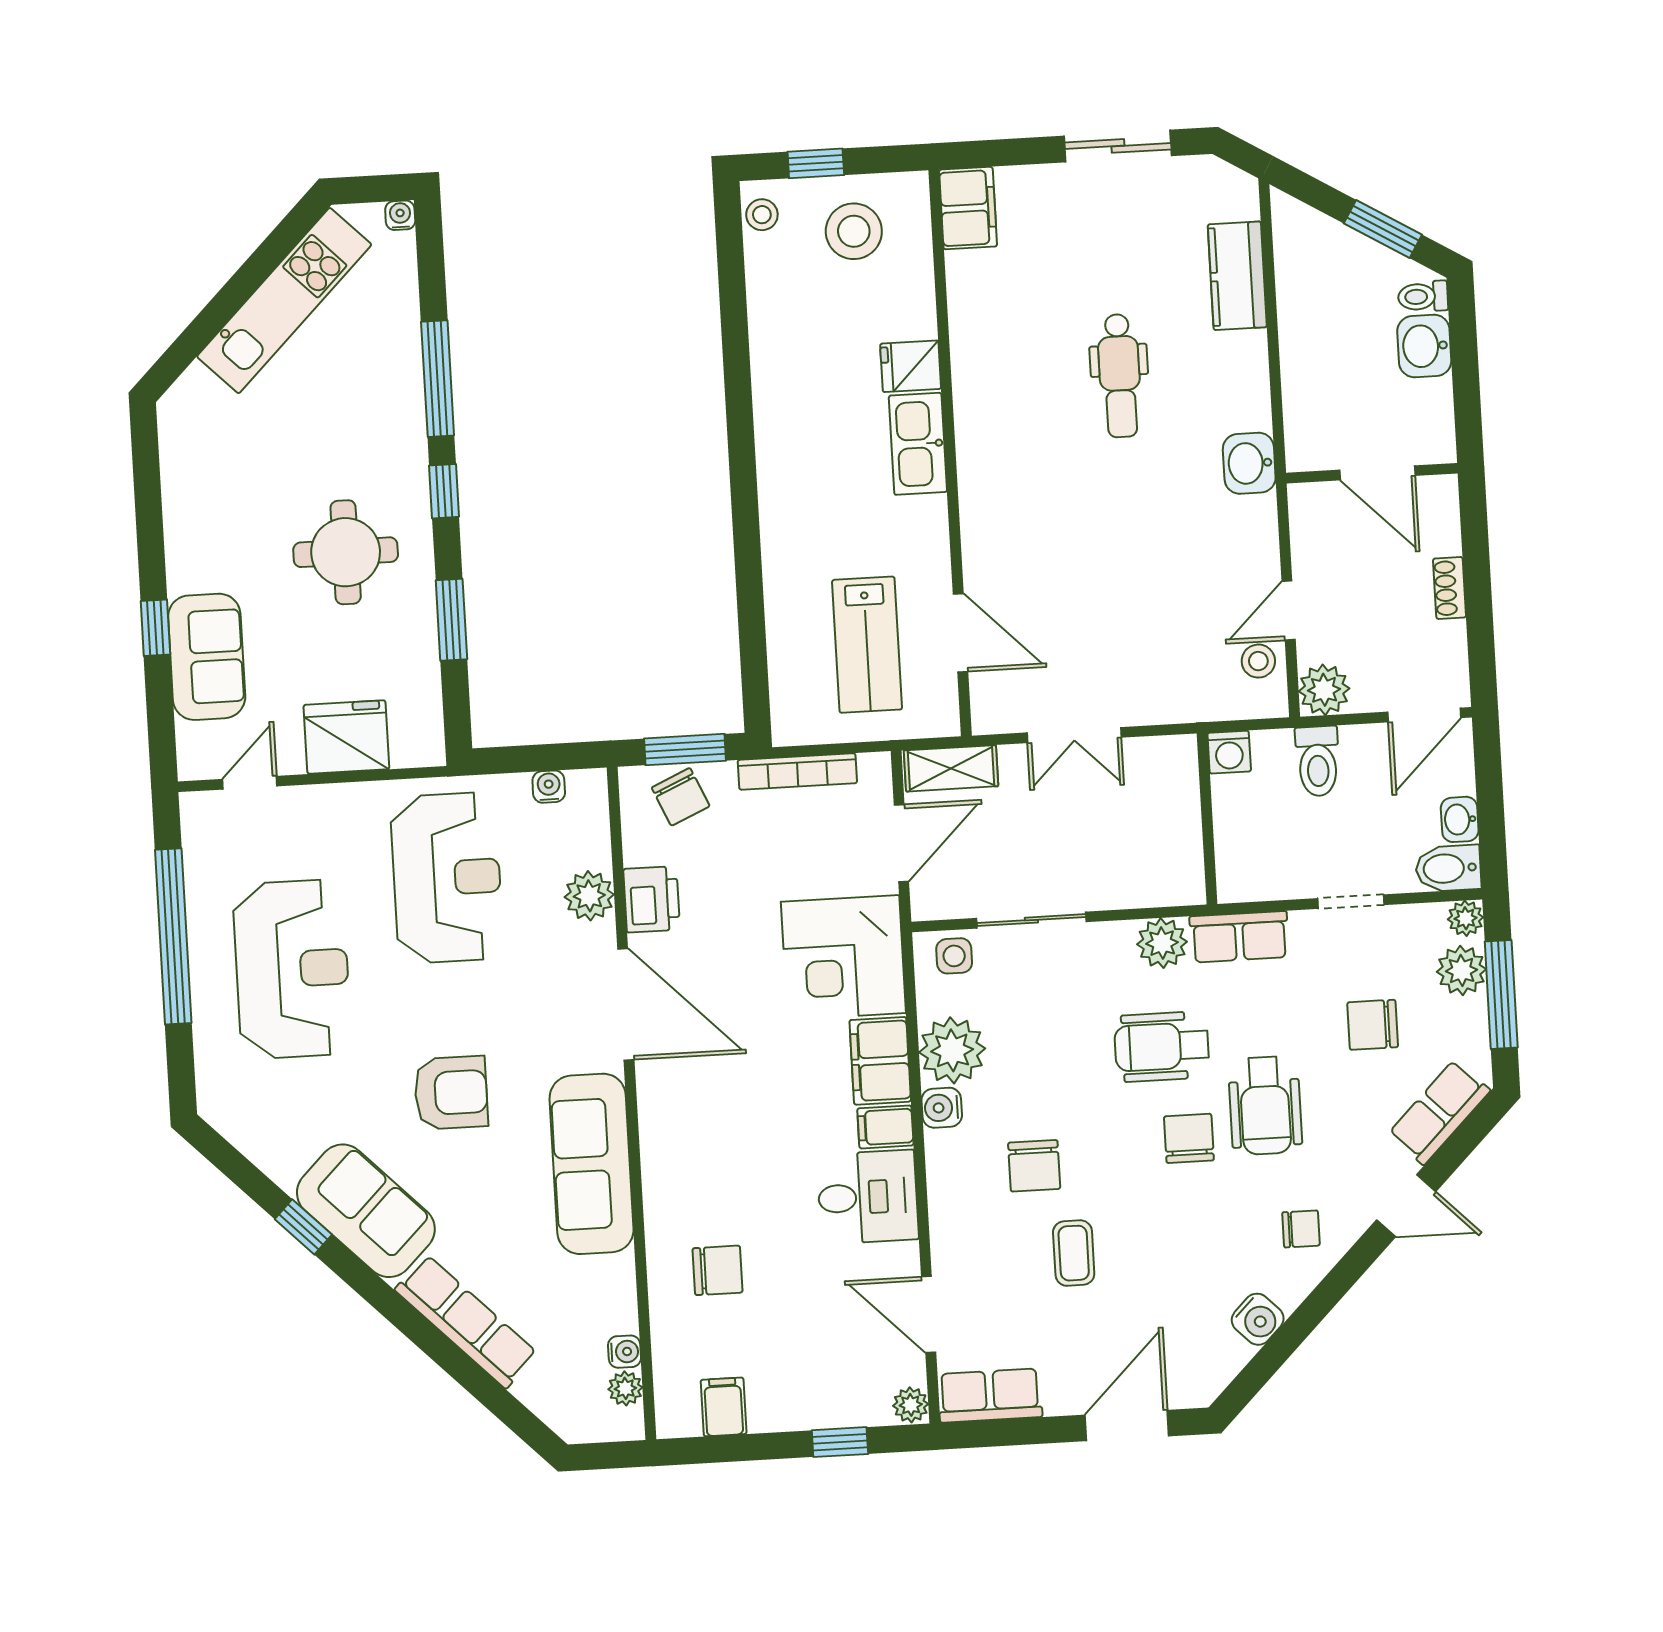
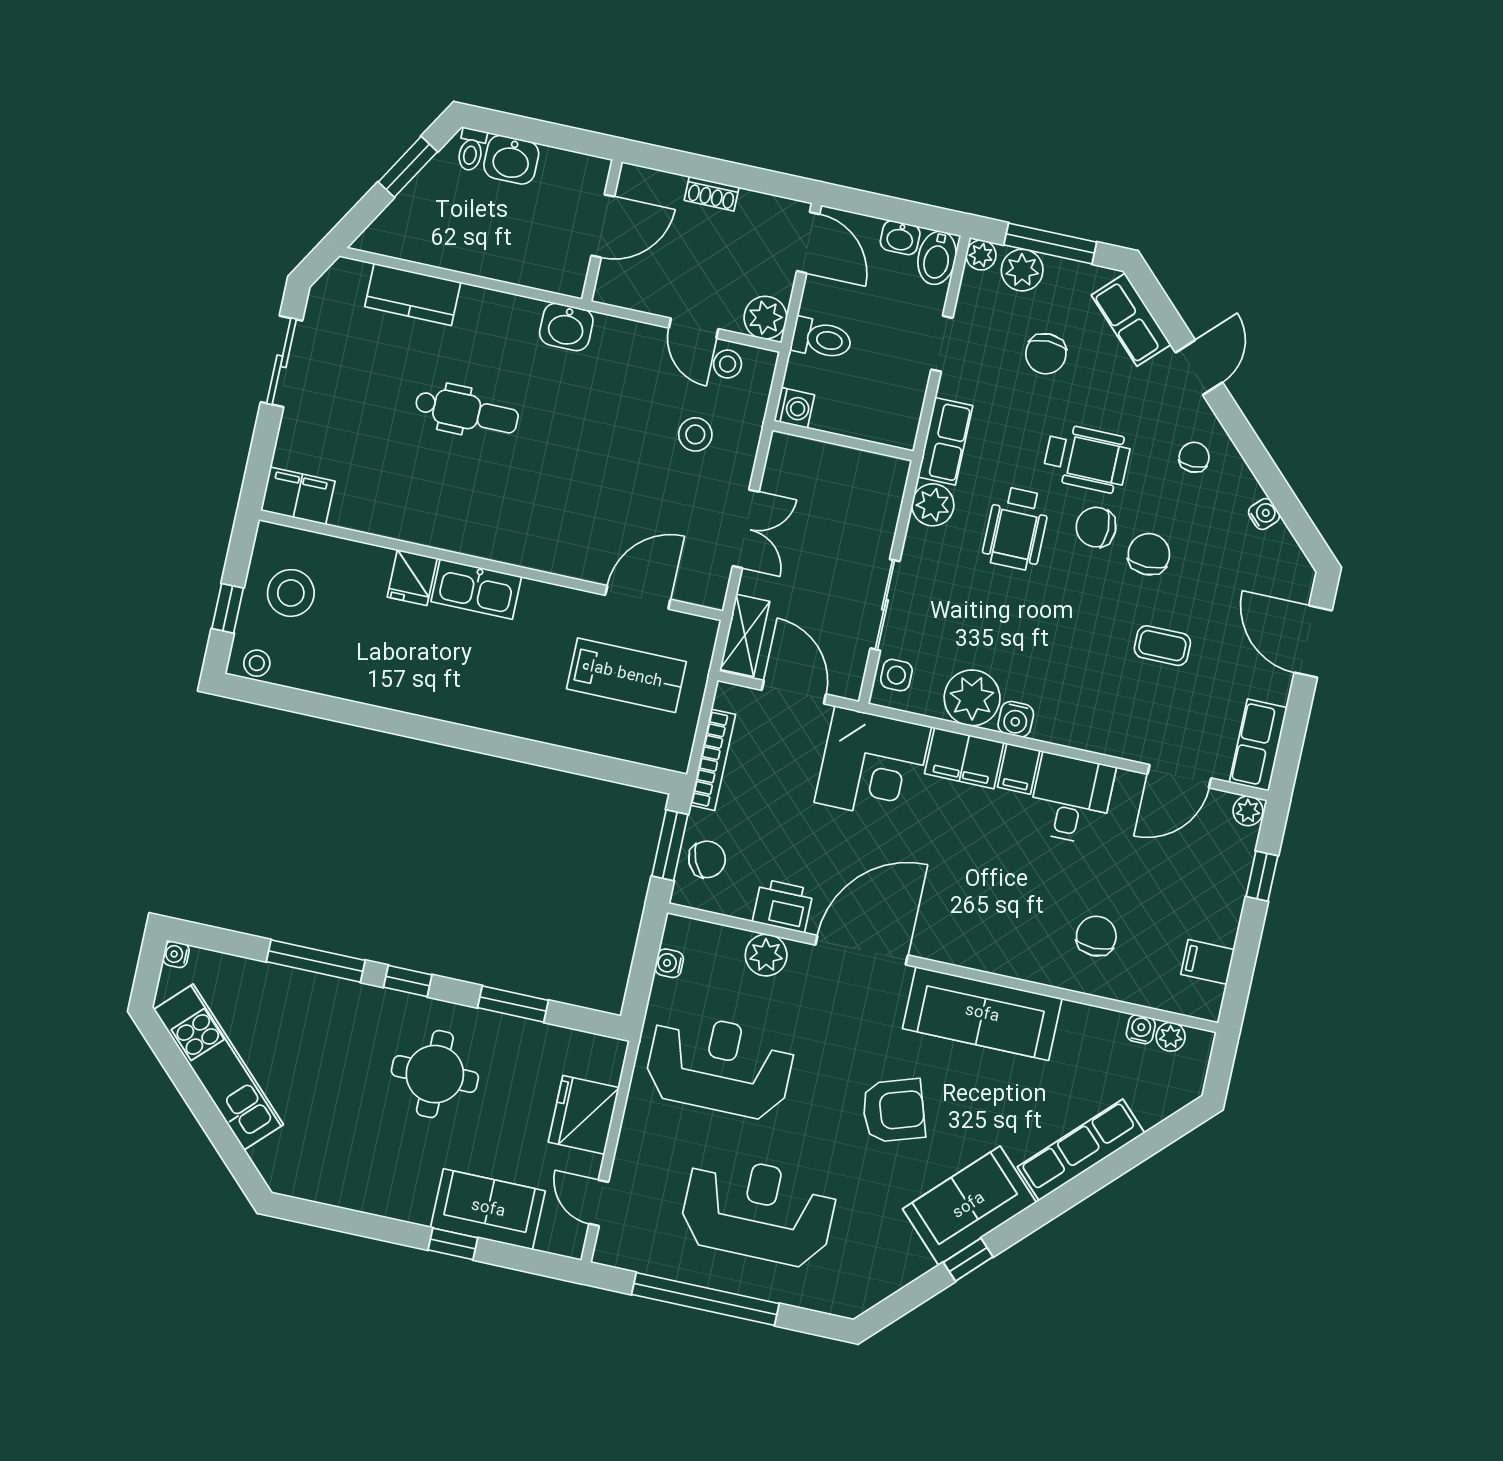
stool: (1167, 647) -> (695, 434), added
armchair: (451, 1093) -> (894, 1111), turned 72
chair: (1034, 1166) -> (1149, 554), moved, turned -90
water cooler: (1258, 1319) -> (1264, 514), width x0.72, depth x0.72

